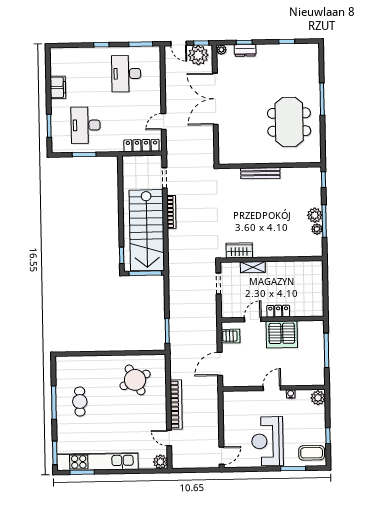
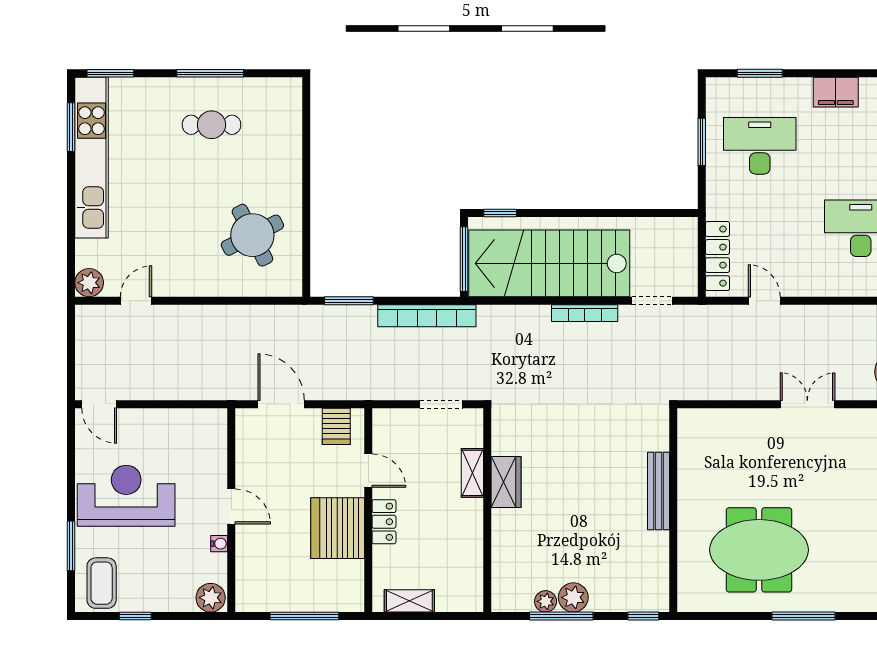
double door: (215, 99) -> (807, 404), width x0.54
wardrobe: (239, 250) -> (506, 482), moved
shelving: (318, 298) -> (409, 601), added
bookcase: (176, 405) -> (427, 316), moved

